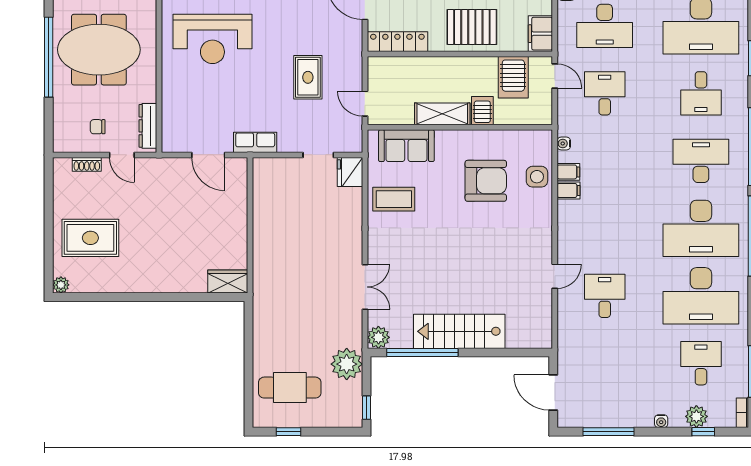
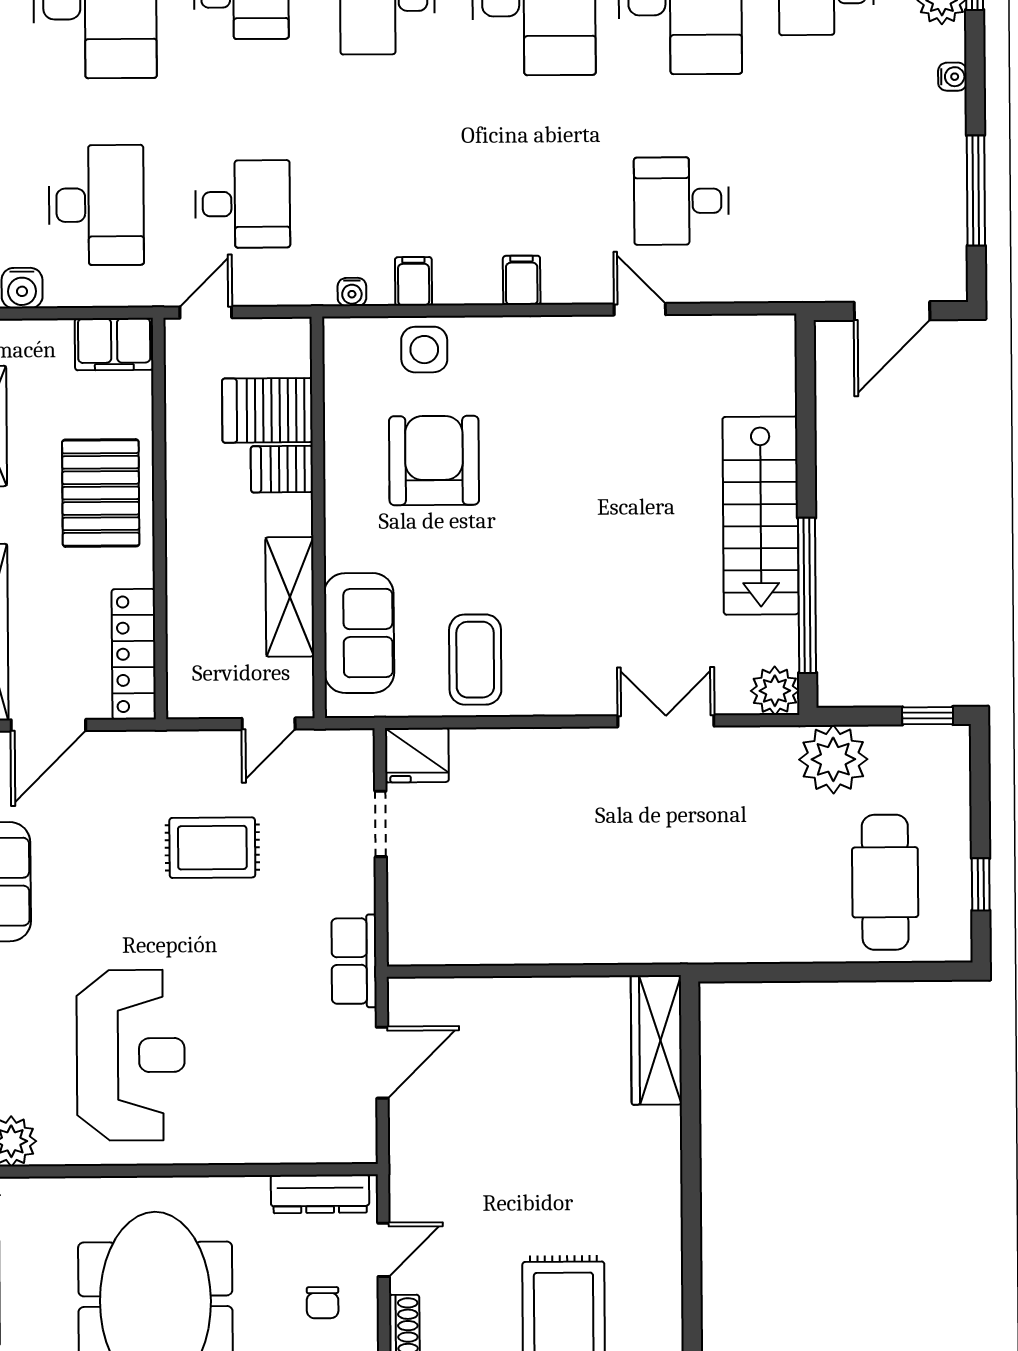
server rack: (513, 77) -> (267, 410), moved, turned 180
desk: (605, 93) -> (243, 204), turned 180
shelving: (442, 114) -> (290, 597), moved
filing cabinet: (569, 190) -> (522, 280), moved
wardrobe: (228, 282) -> (656, 1040), width x1.50

